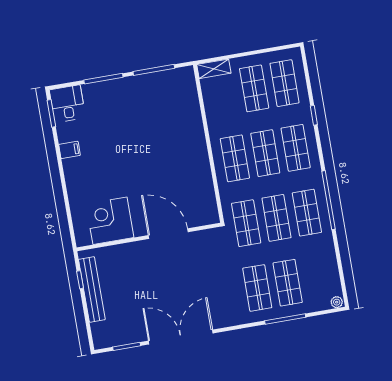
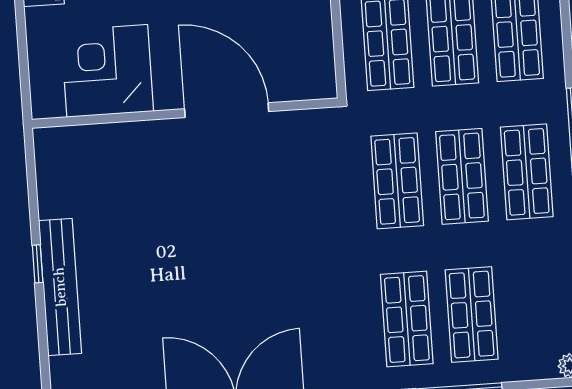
corner desk: (110, 221) -> (107, 71), moved
door: (168, 234) -> (227, 110), moved
wall: (149, 237) -> (185, 113), moved

